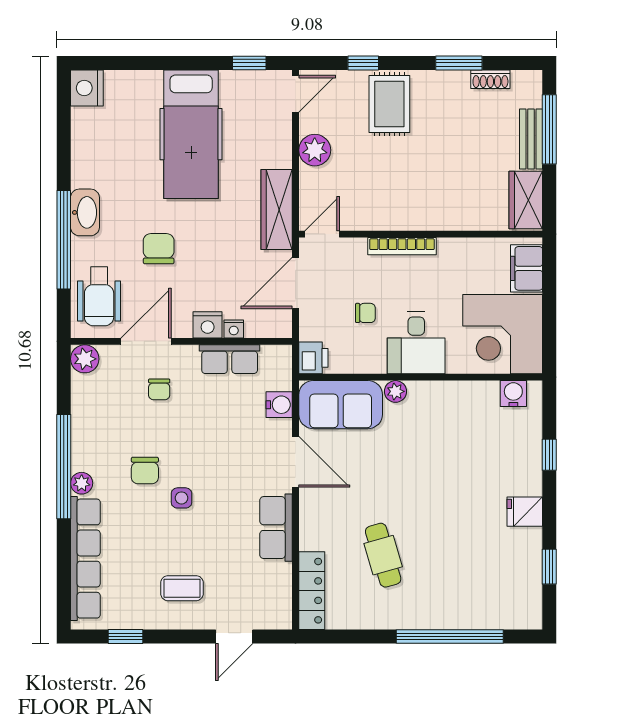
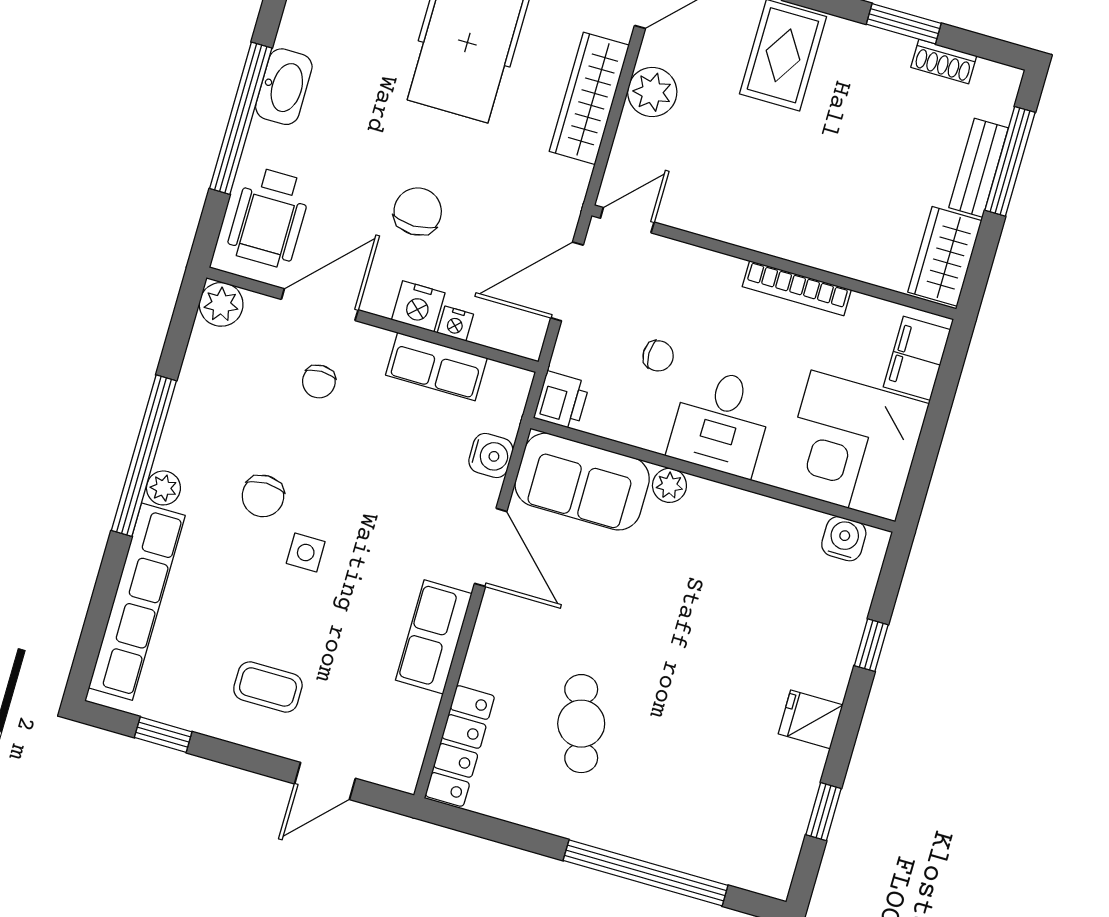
wardrobe: (277, 209) -> (589, 98), moved
bookcase: (402, 246) -> (797, 288), moved
chair: (159, 249) -> (418, 212), moved

